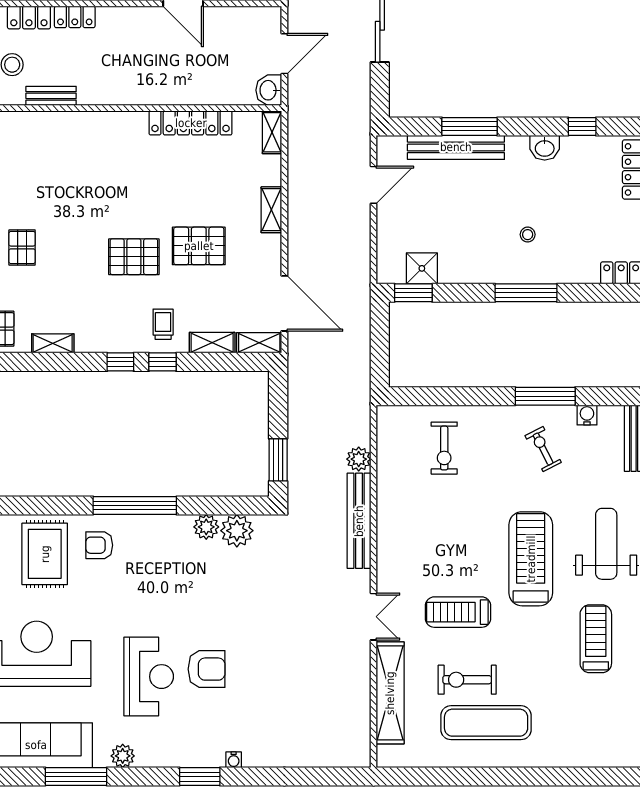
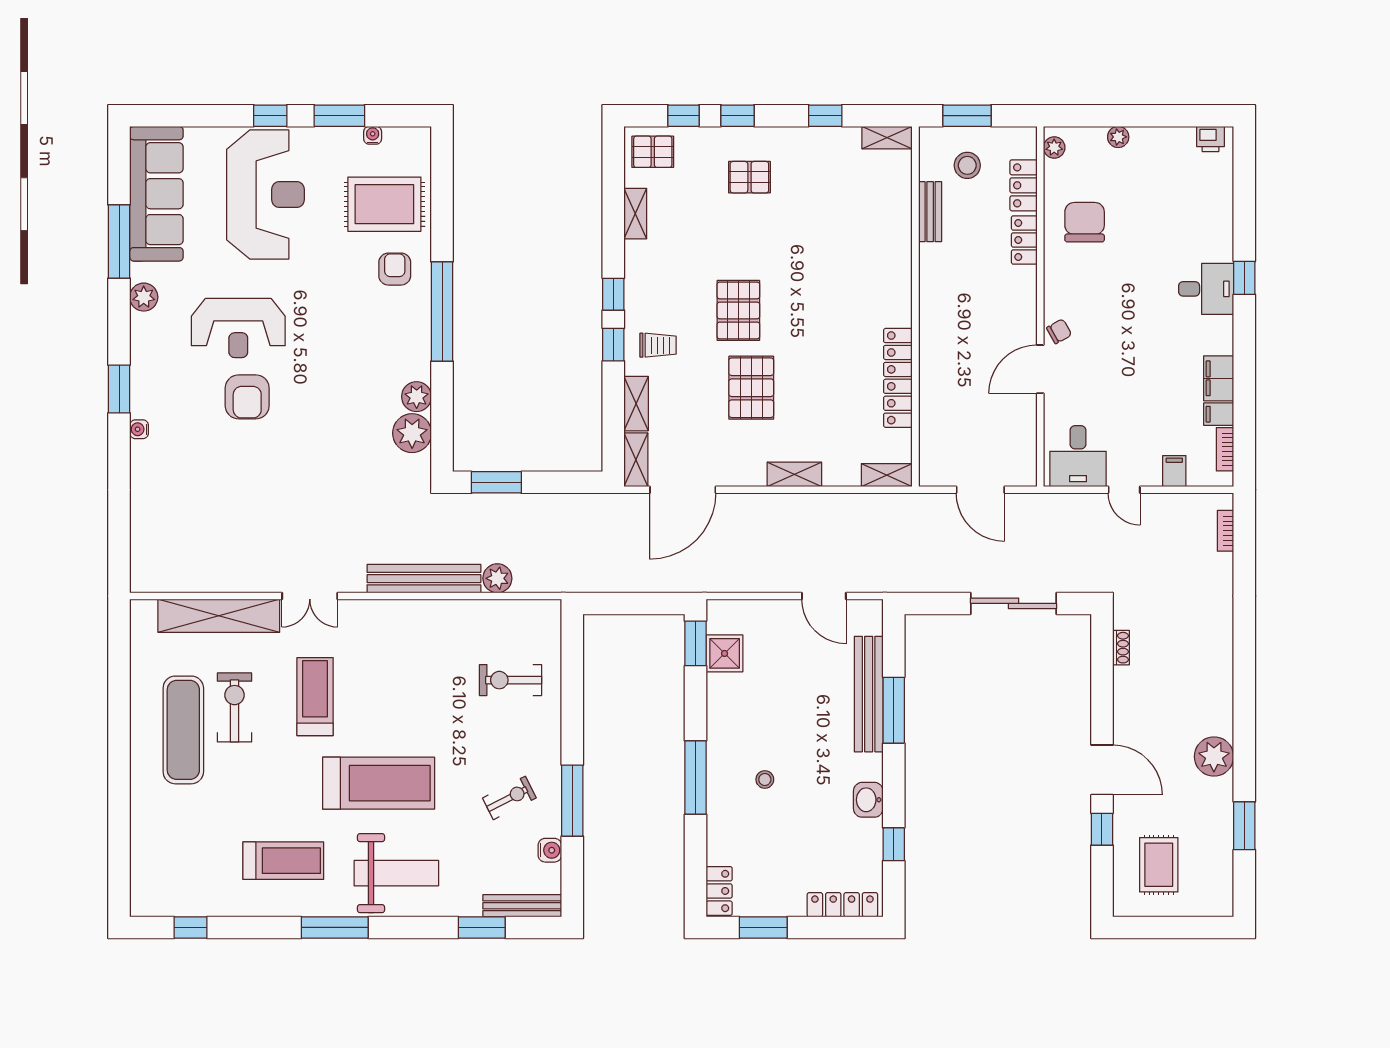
washbasin: (269, 90) -> (937, 471), removed

